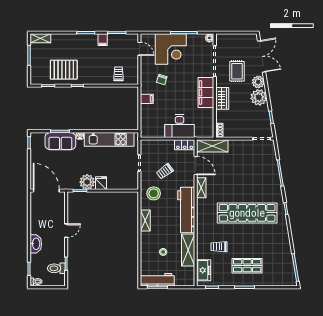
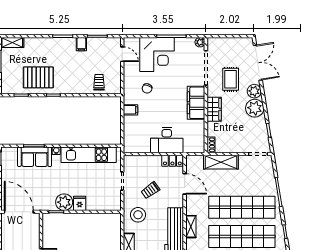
shelving: (212, 146) -> (221, 162), moved
shop shelf: (247, 187) -> (242, 207), added
shelving: (201, 188) -> (191, 227), moved

